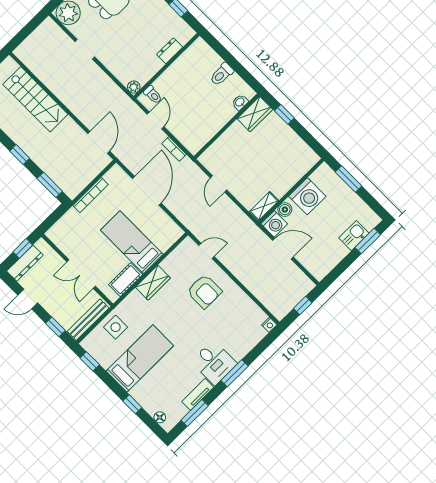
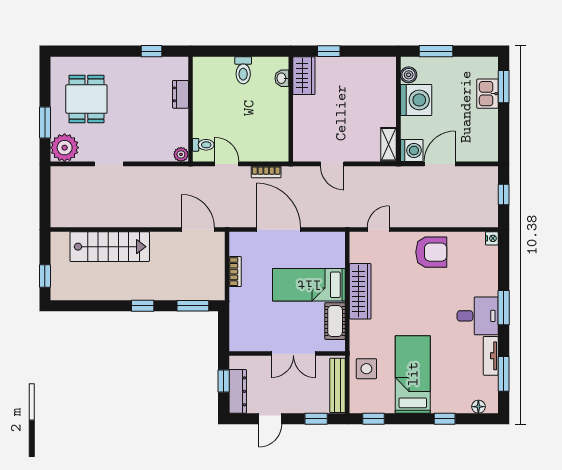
bookcase: (90, 195) -> (235, 272), width x0.64
boiler: (285, 210) -> (409, 75), moved
wardrobe: (153, 283) -> (360, 291), width x1.50
armchair: (204, 291) -> (431, 252), moved

